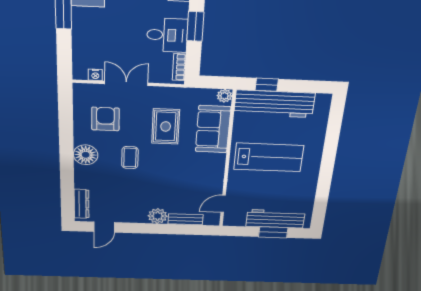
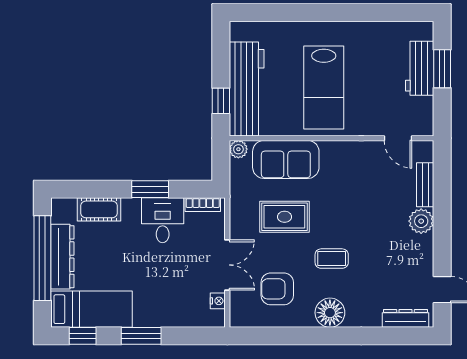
double door: (126, 83) -> (227, 265), swing flipped
lab bench: (269, 157) -> (324, 87), turned 180
workbench: (275, 219) -> (420, 68), width x0.73

